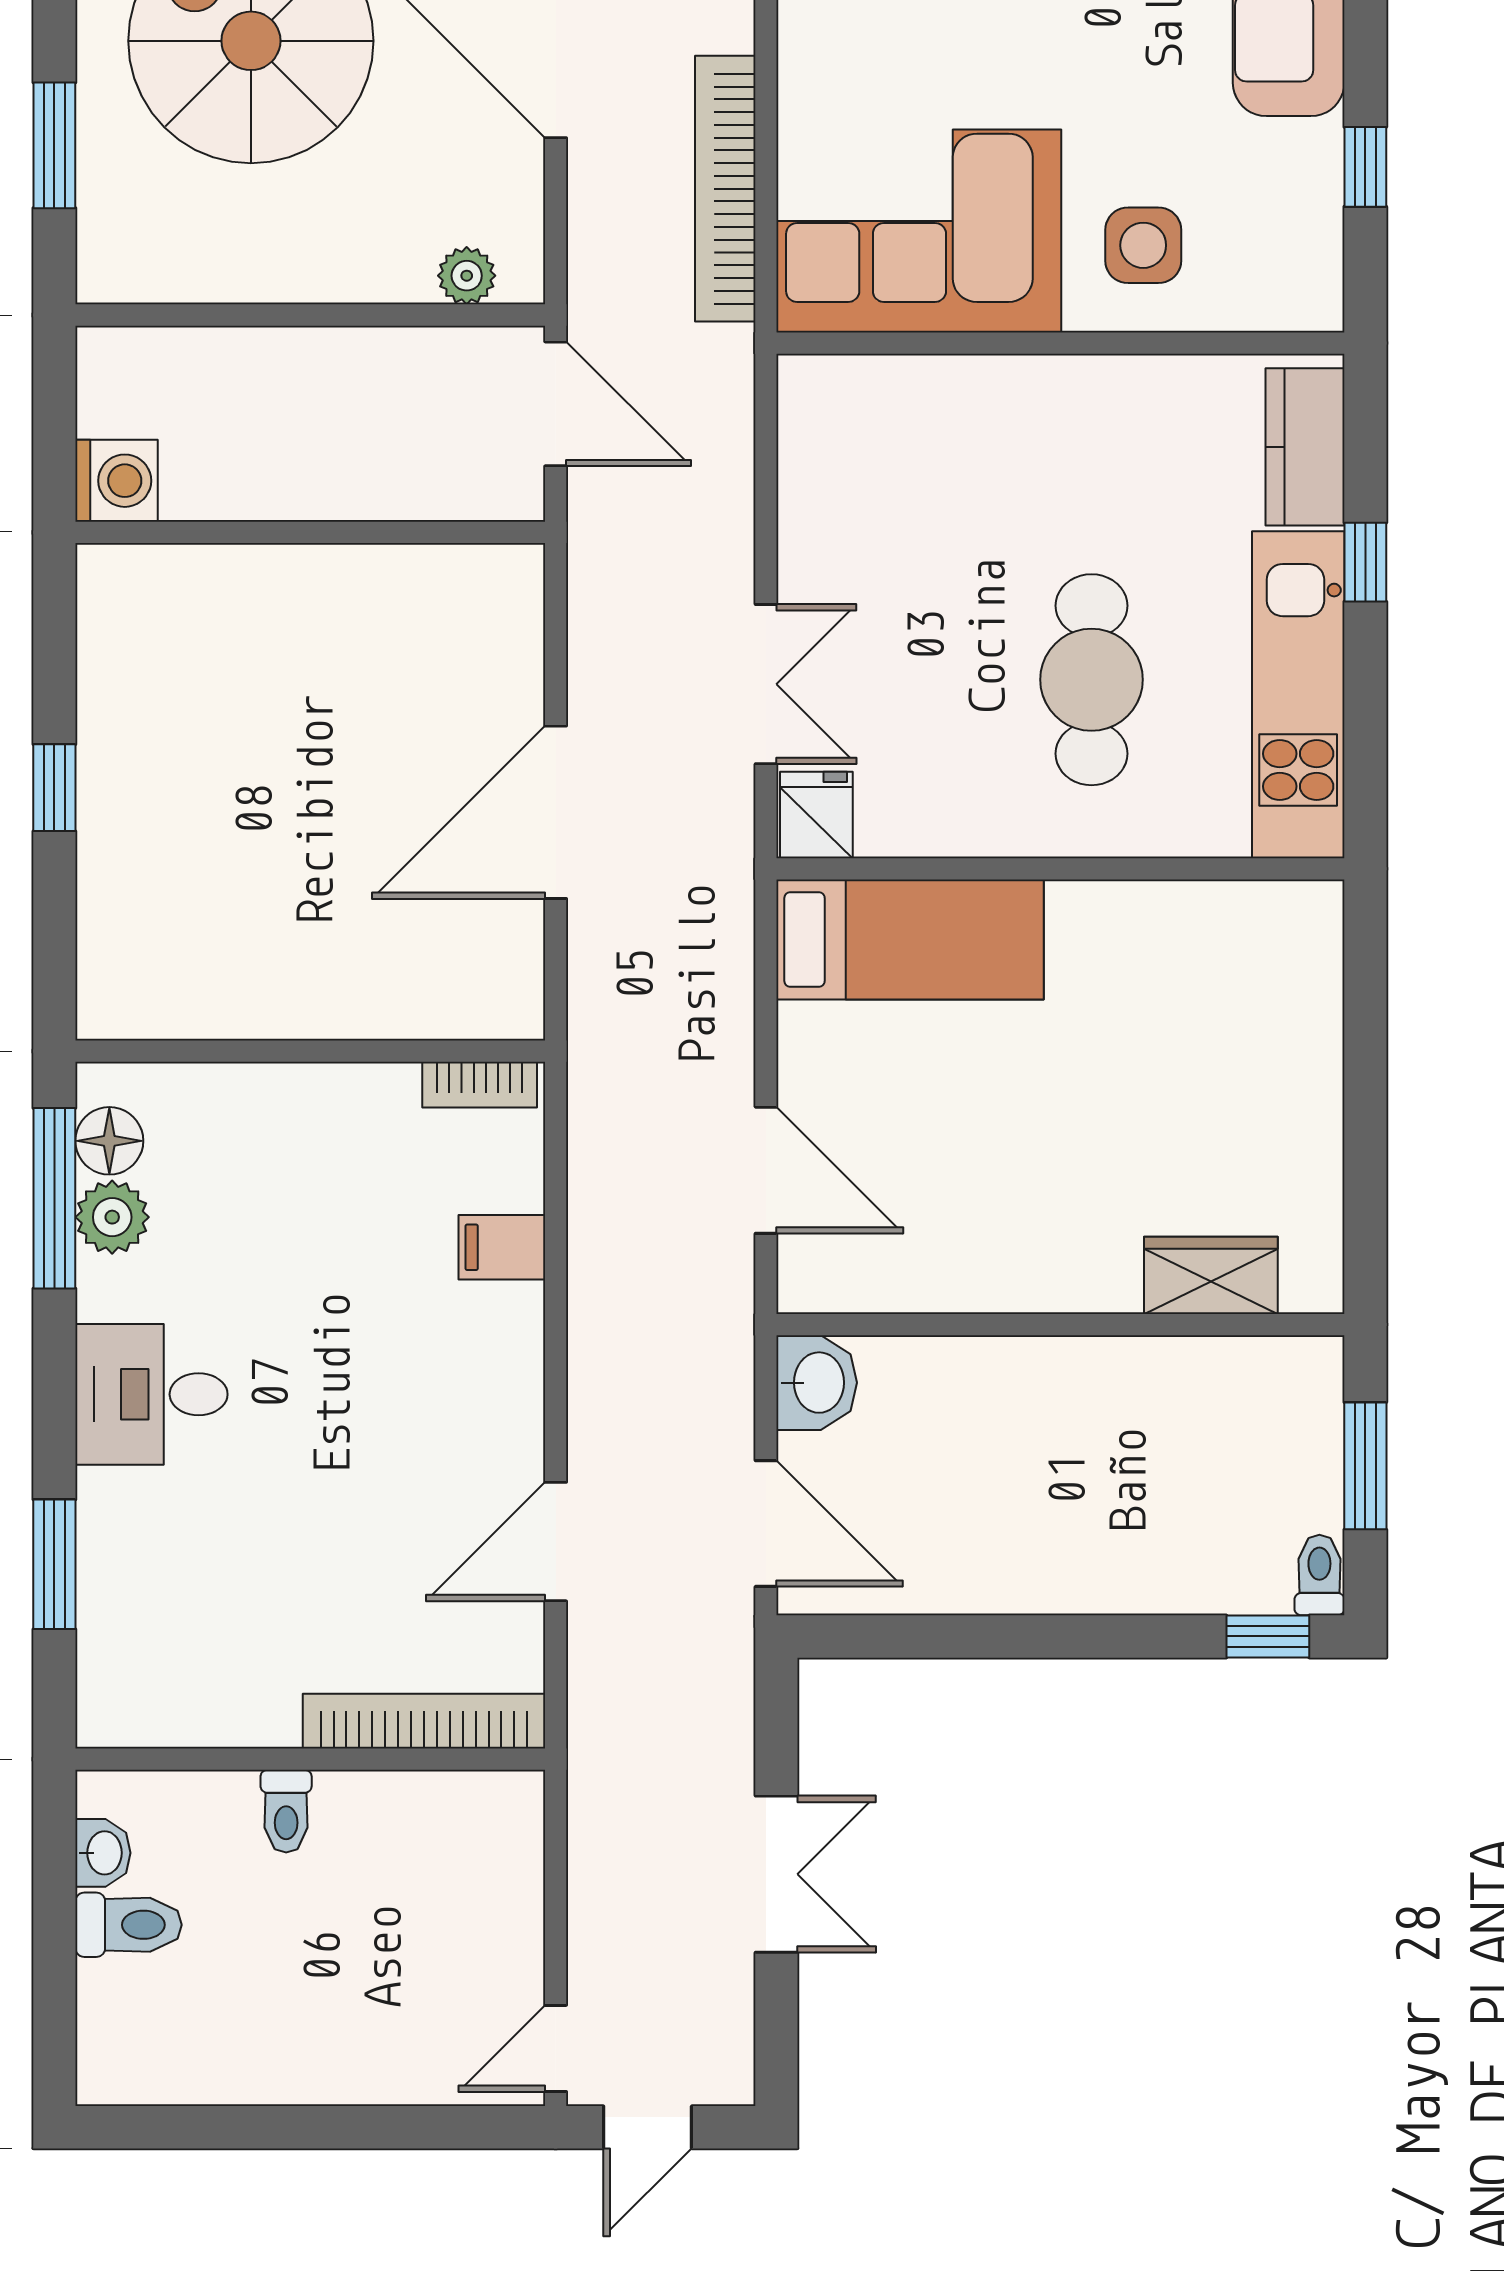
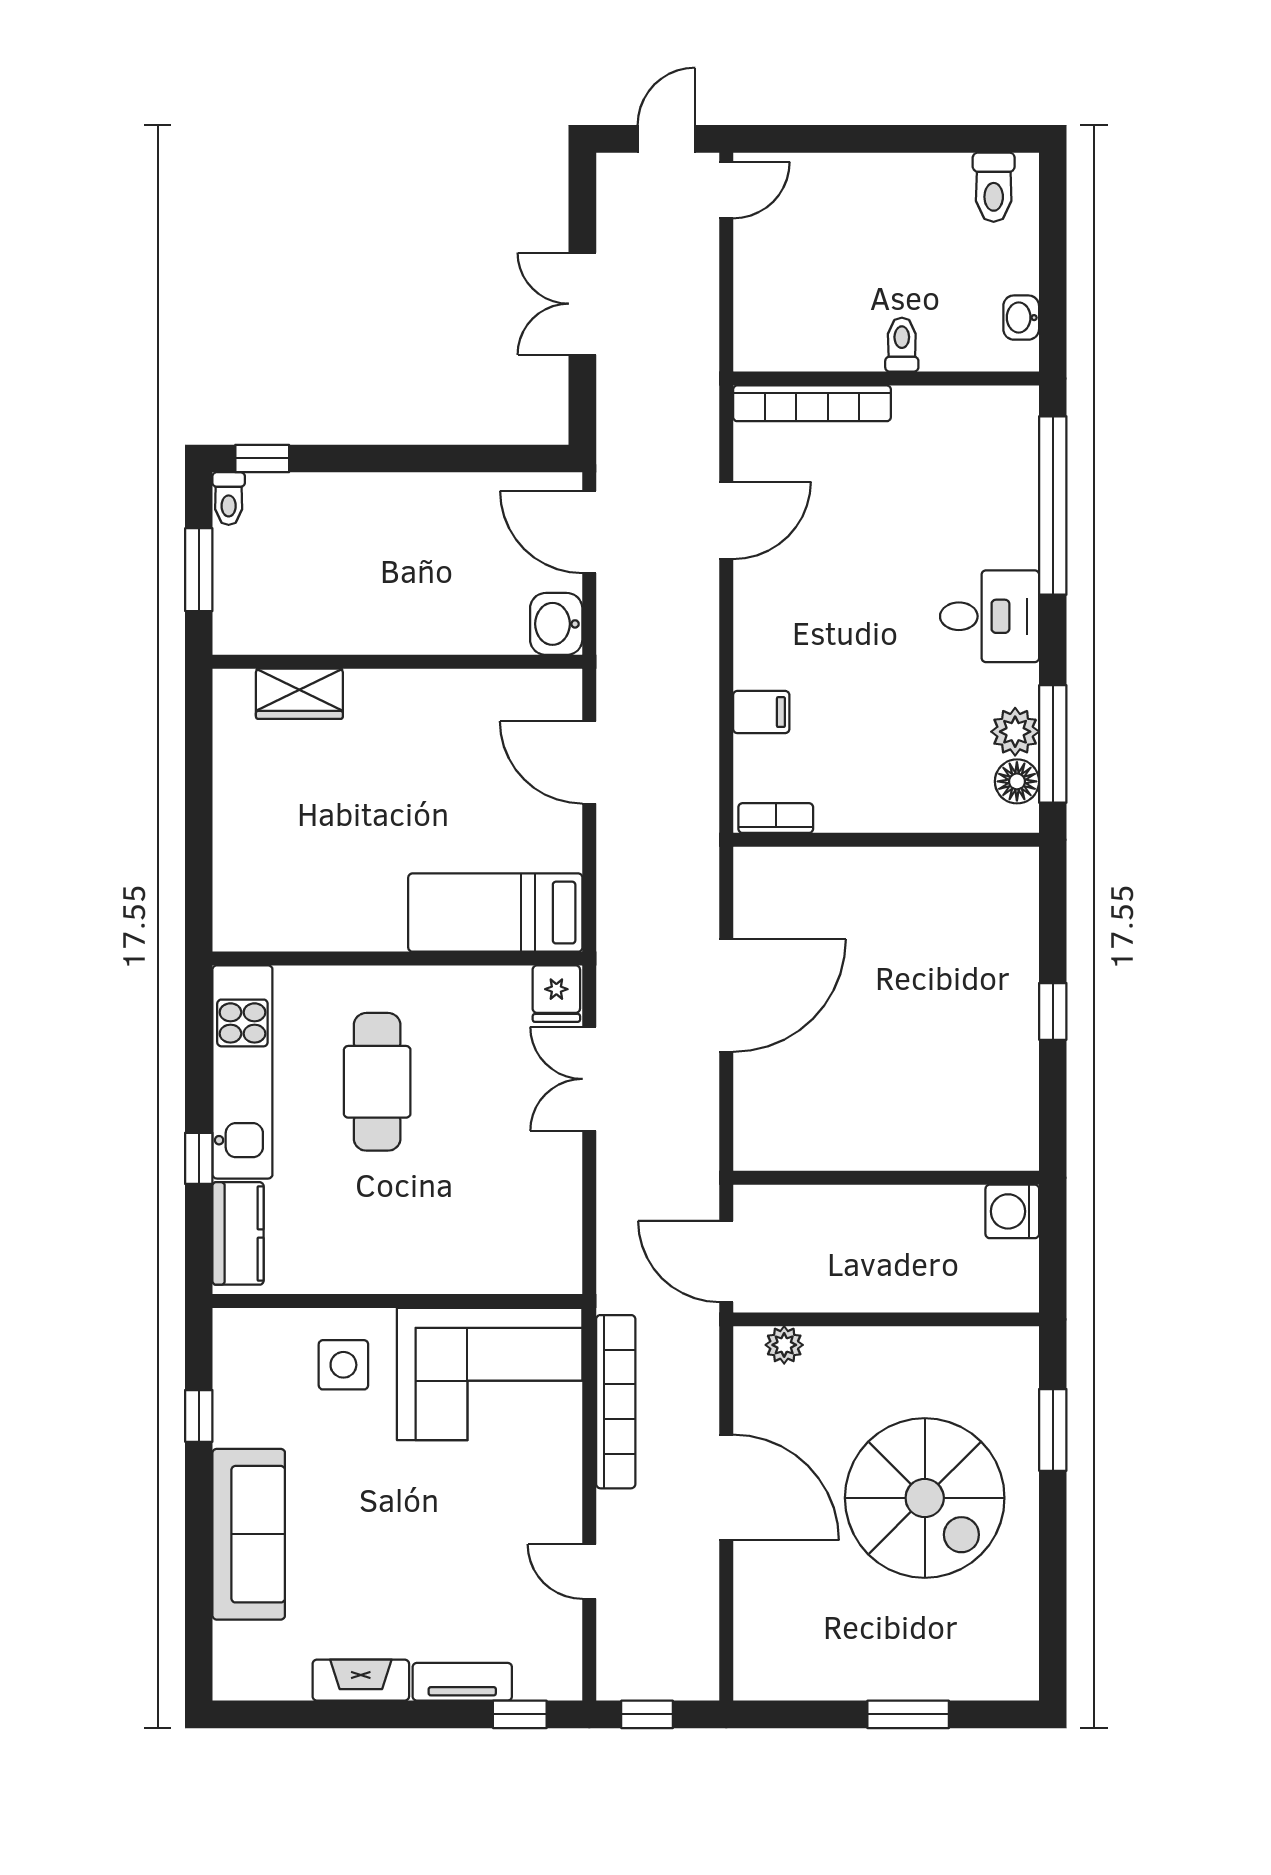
window: (54, 1564) -> (1053, 505), width x2.11
toilet: (129, 1925) -> (994, 187), moved, turned -90

